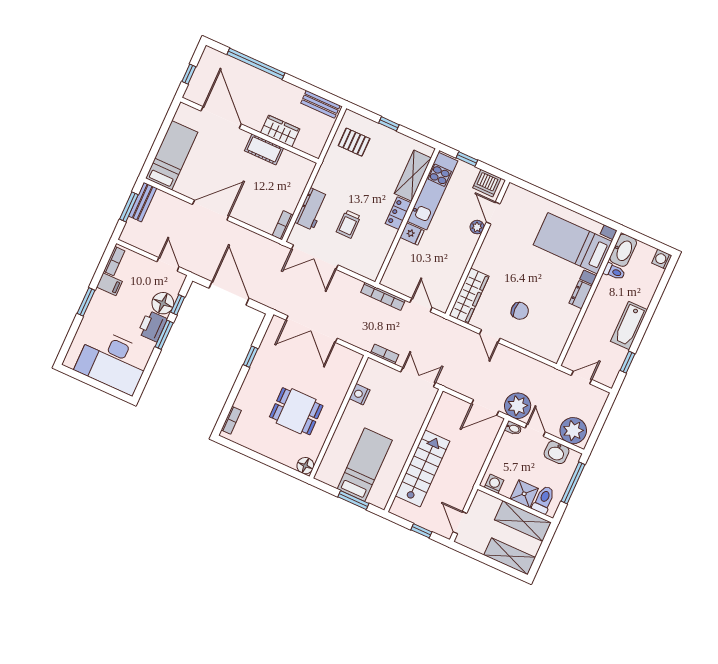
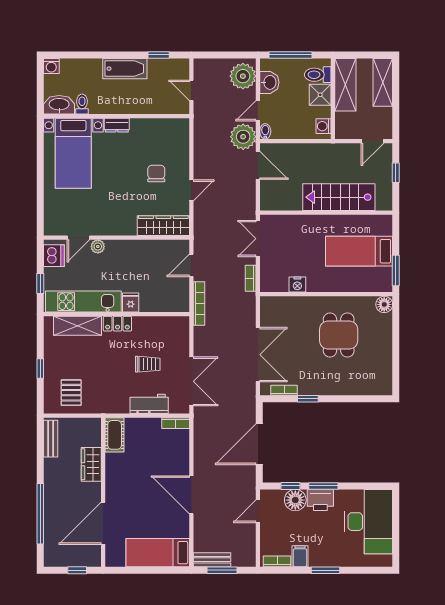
cot: (264, 149) -> (115, 435), moved
bookcase: (231, 420) -> (284, 390), moved
window: (353, 500) -> (396, 270), moved

